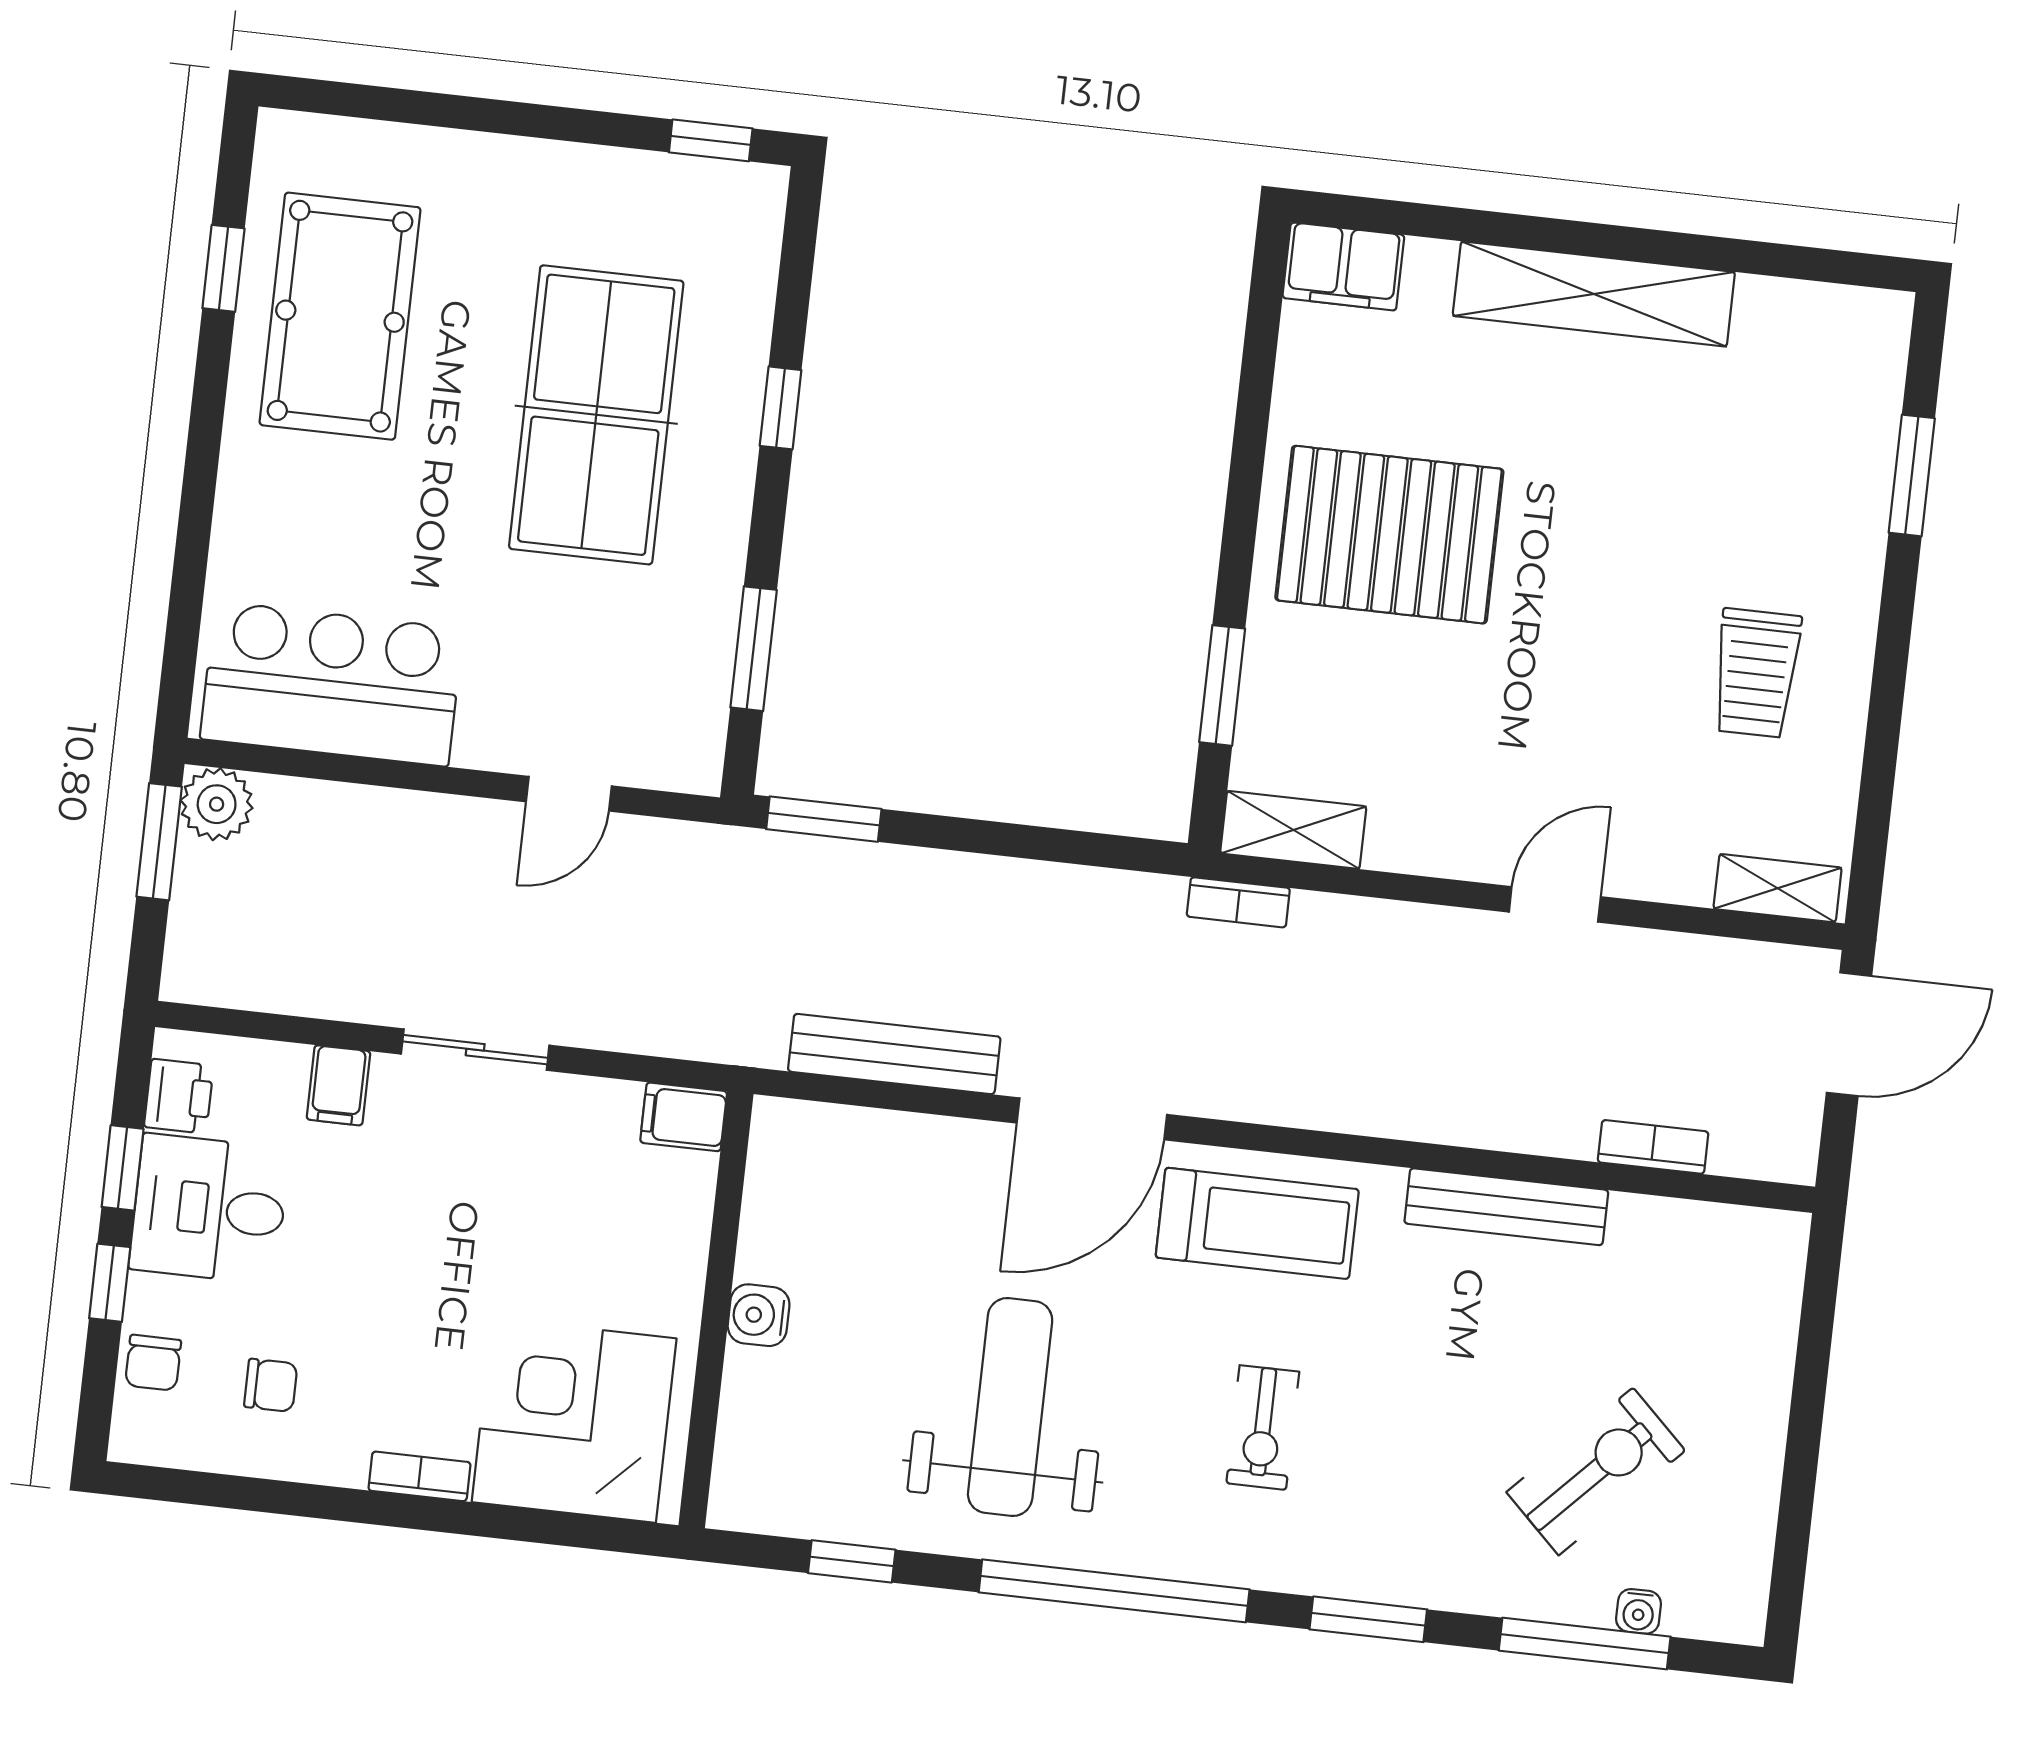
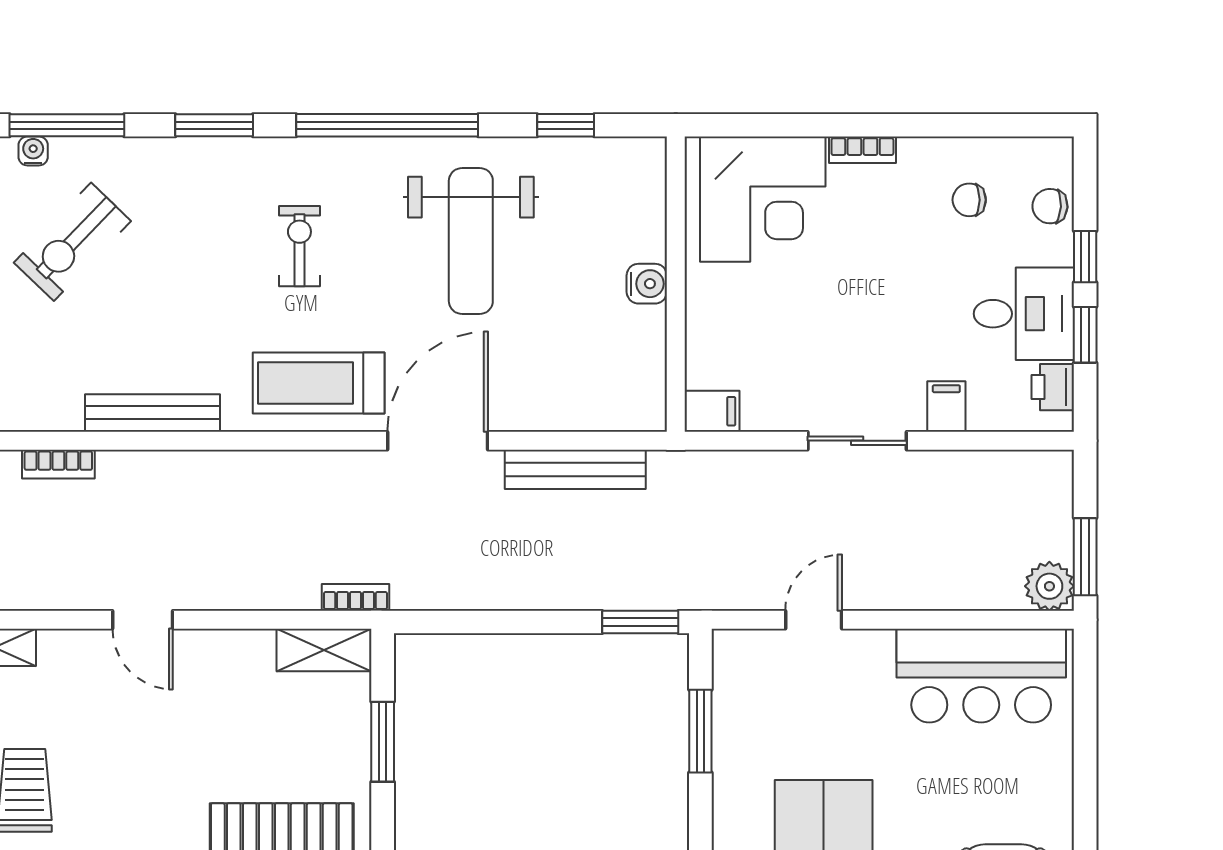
door: (1555, 904) -> (143, 620), hinge flipped
chair: (153, 1363) -> (1050, 206), turned -87

